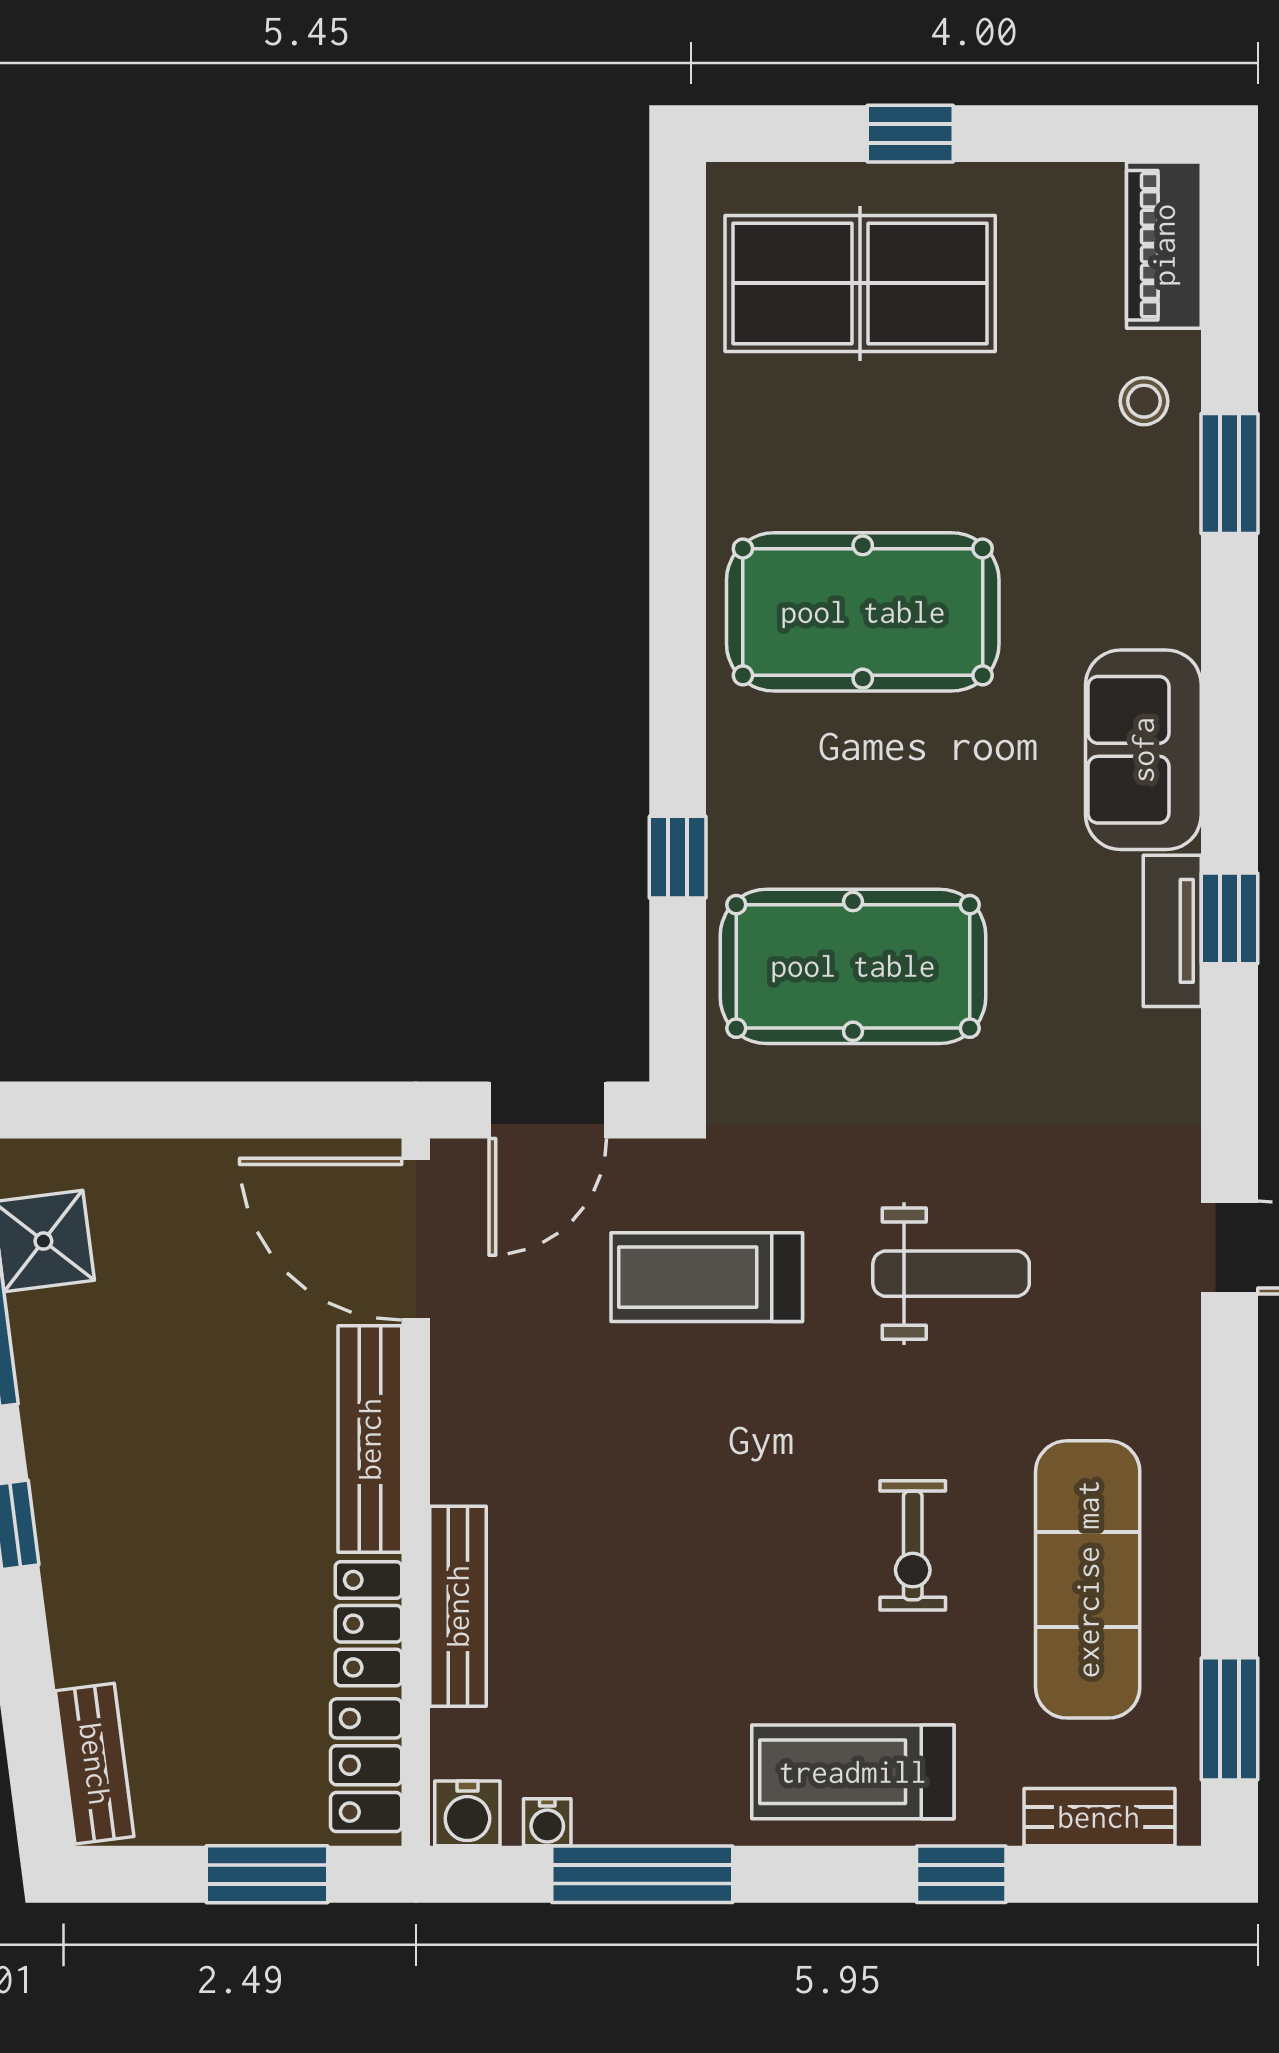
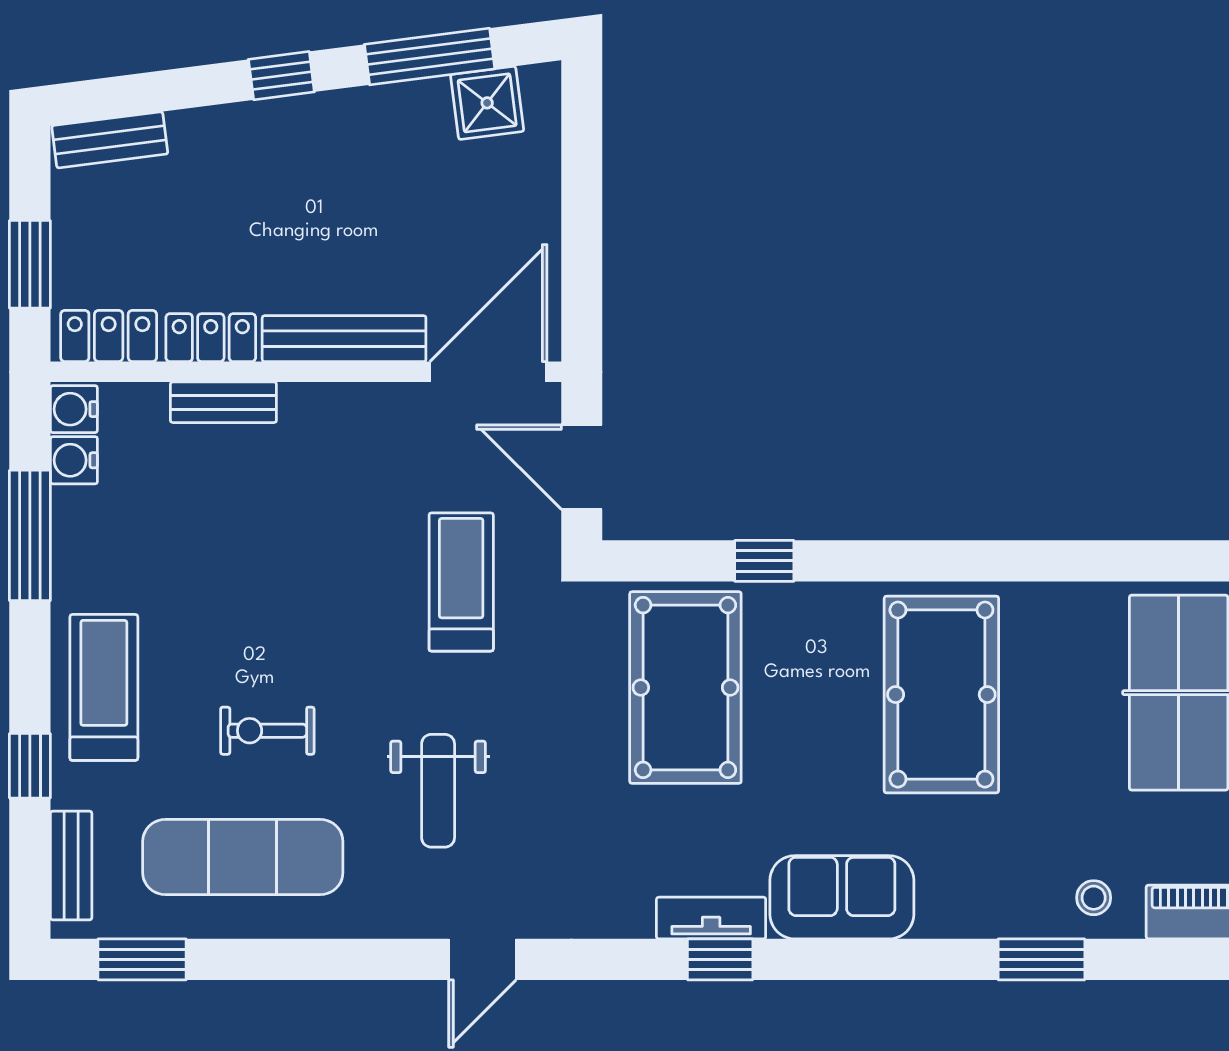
weight bench: (951, 1274) -> (438, 791), moved
bench: (458, 1606) -> (223, 402), width x0.73
water cooler: (547, 1822) -> (74, 460), width x1.38, depth x1.38

